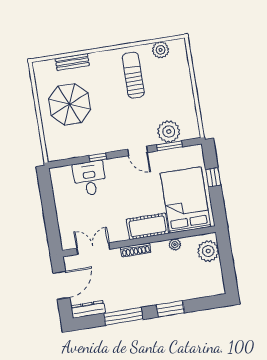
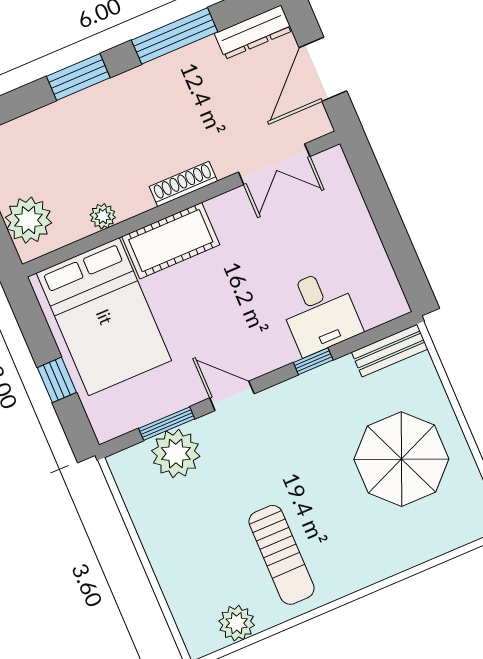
bench: (72, 62) -> (390, 351), moved

